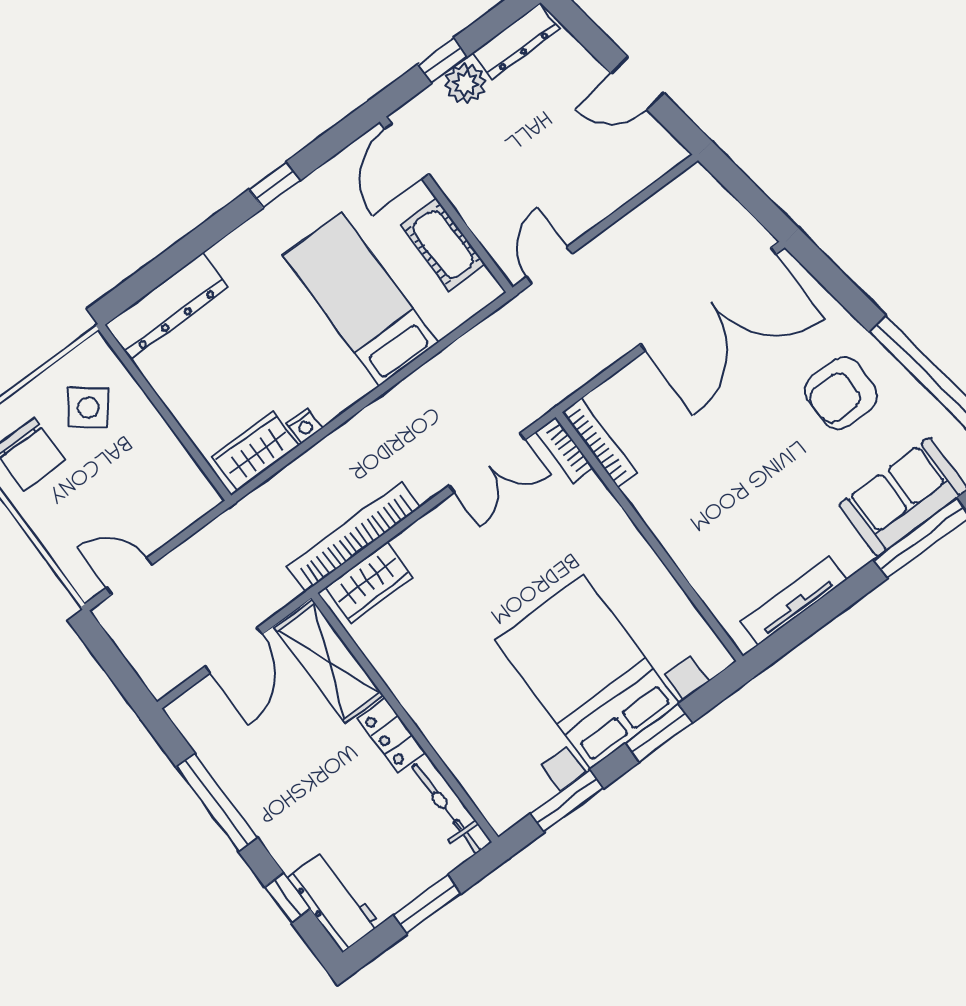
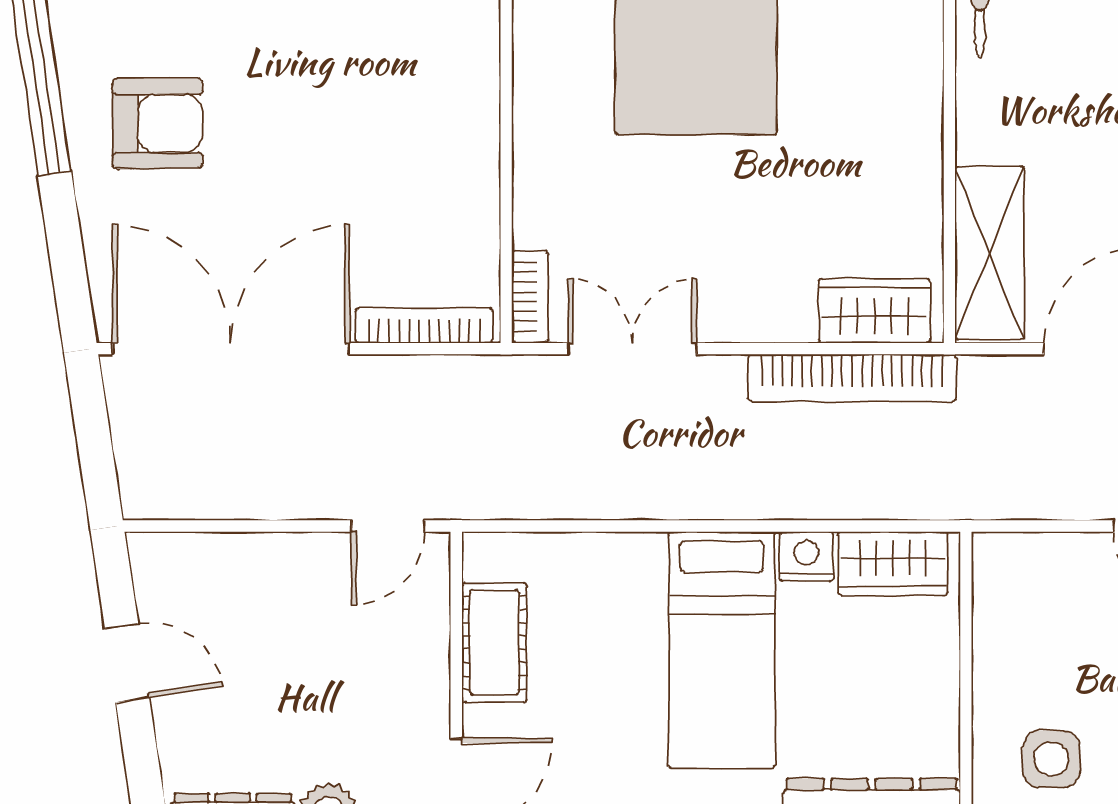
bed: (360, 299) -> (722, 650), moved
side table: (88, 407) -> (1051, 759), turned -38
nightstand: (304, 426) -> (807, 556), width x1.39, depth x1.35
bookcase: (600, 443) -> (424, 326), moved, turned 90
locker: (392, 735) -> (980, 112), removed

